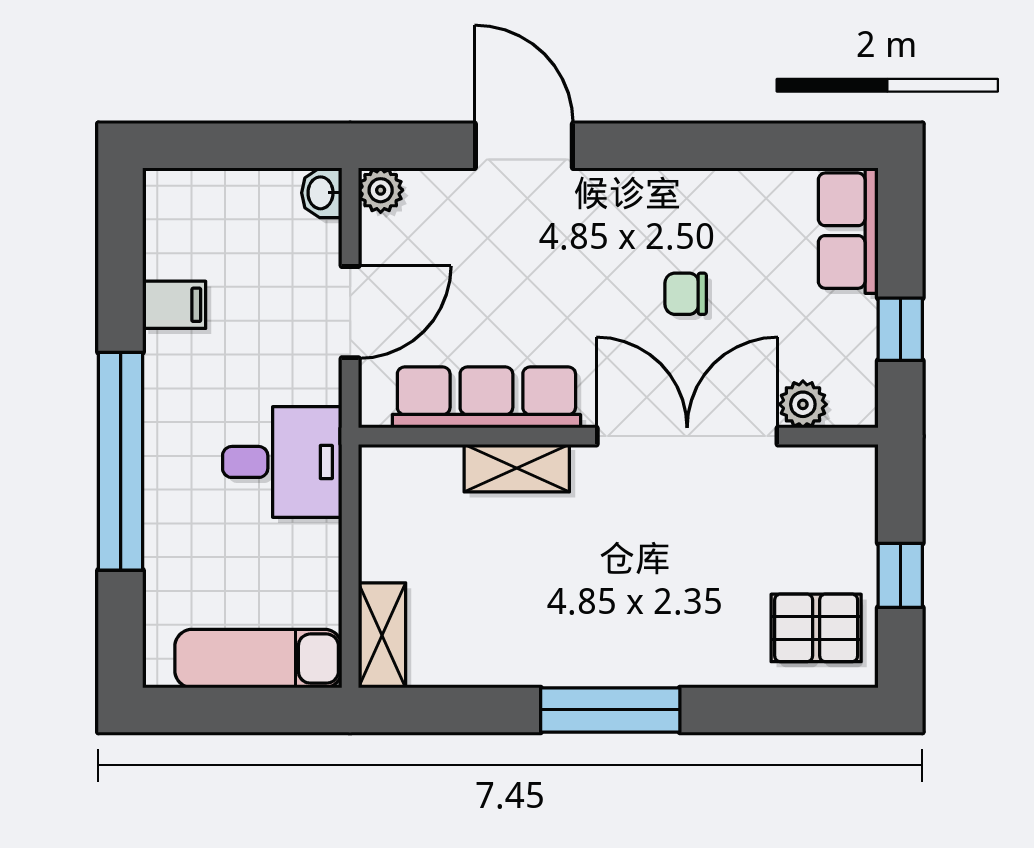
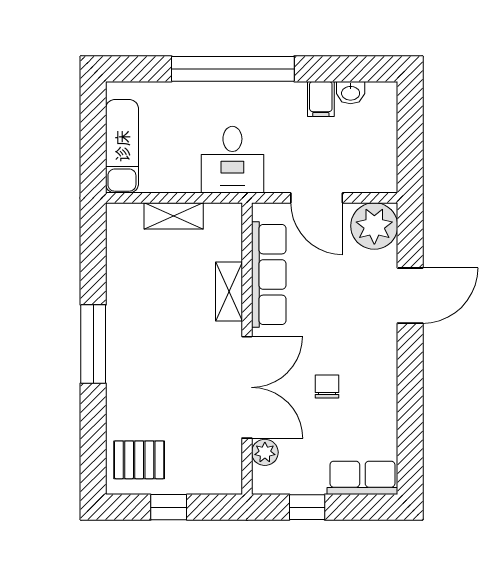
plant: (381, 190) -> (374, 226), width x1.87, depth x1.87
washbasin: (322, 193) -> (351, 93), moved, turned 180
pallet: (816, 628) -> (139, 460), turned 90
shelving: (382, 635) -> (174, 216), moved

